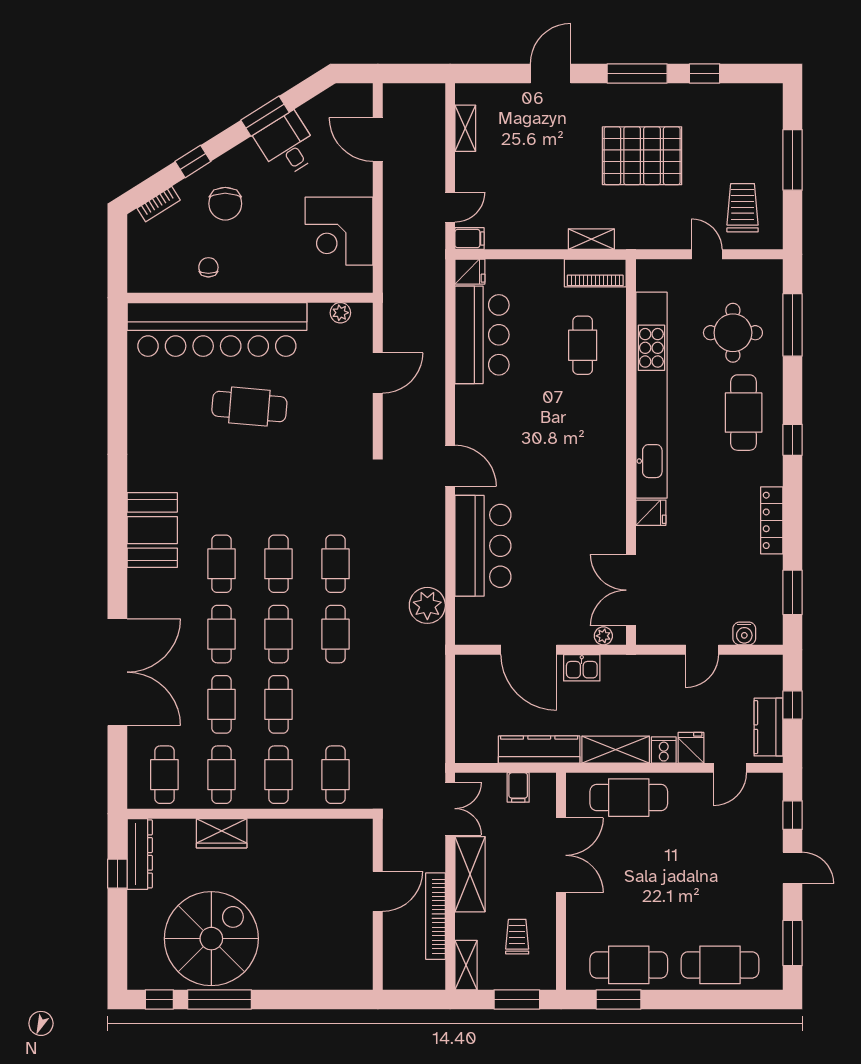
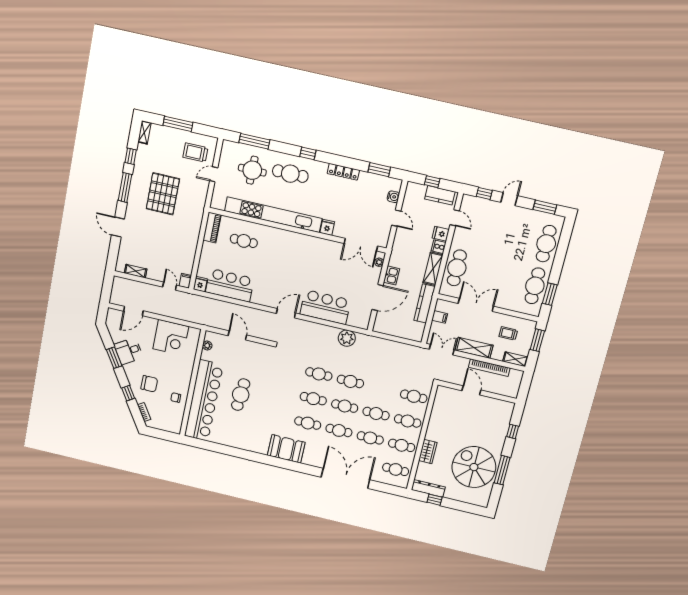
shelving: (591, 239) -> (144, 132), moved
window: (159, 999) -> (513, 431), moved

